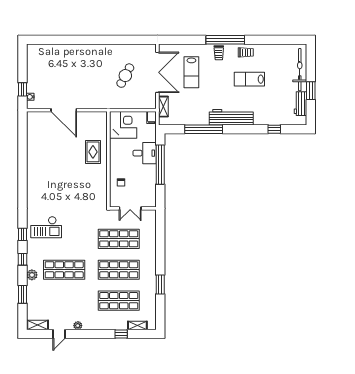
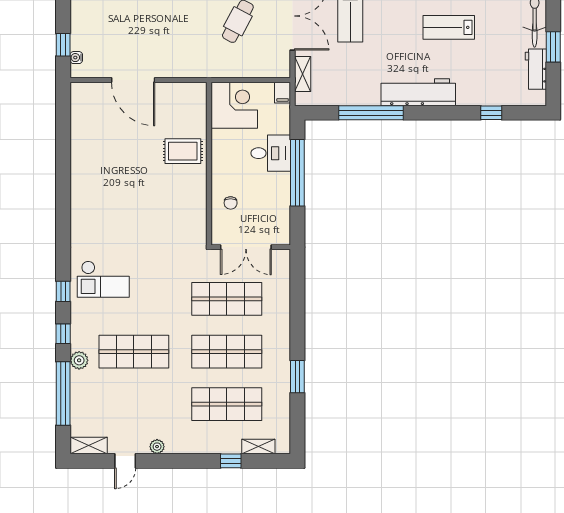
rug: (93, 152) -> (183, 151), turned 90
double door: (130, 208) -> (246, 247), width x1.37
window: (23, 294) -> (63, 393), width x2.11

